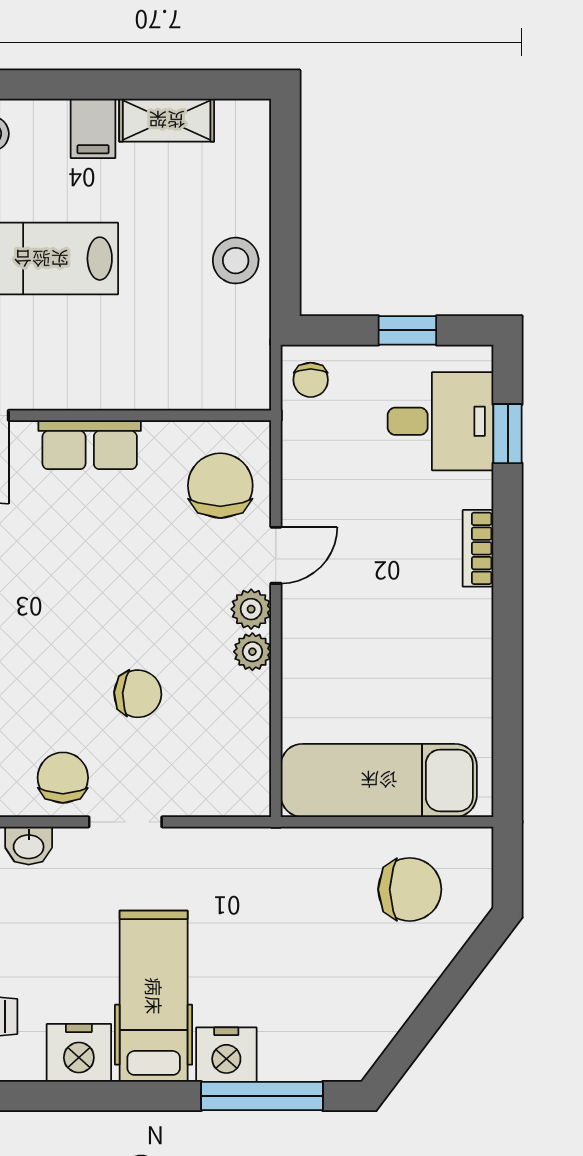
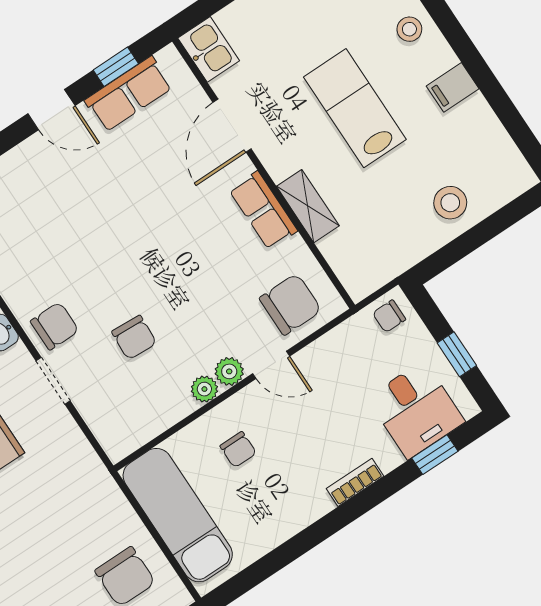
shelving: (167, 120) -> (308, 206), moved
stool: (236, 261) -> (450, 203), moved
chair: (349, 659) -> (238, 450), added

